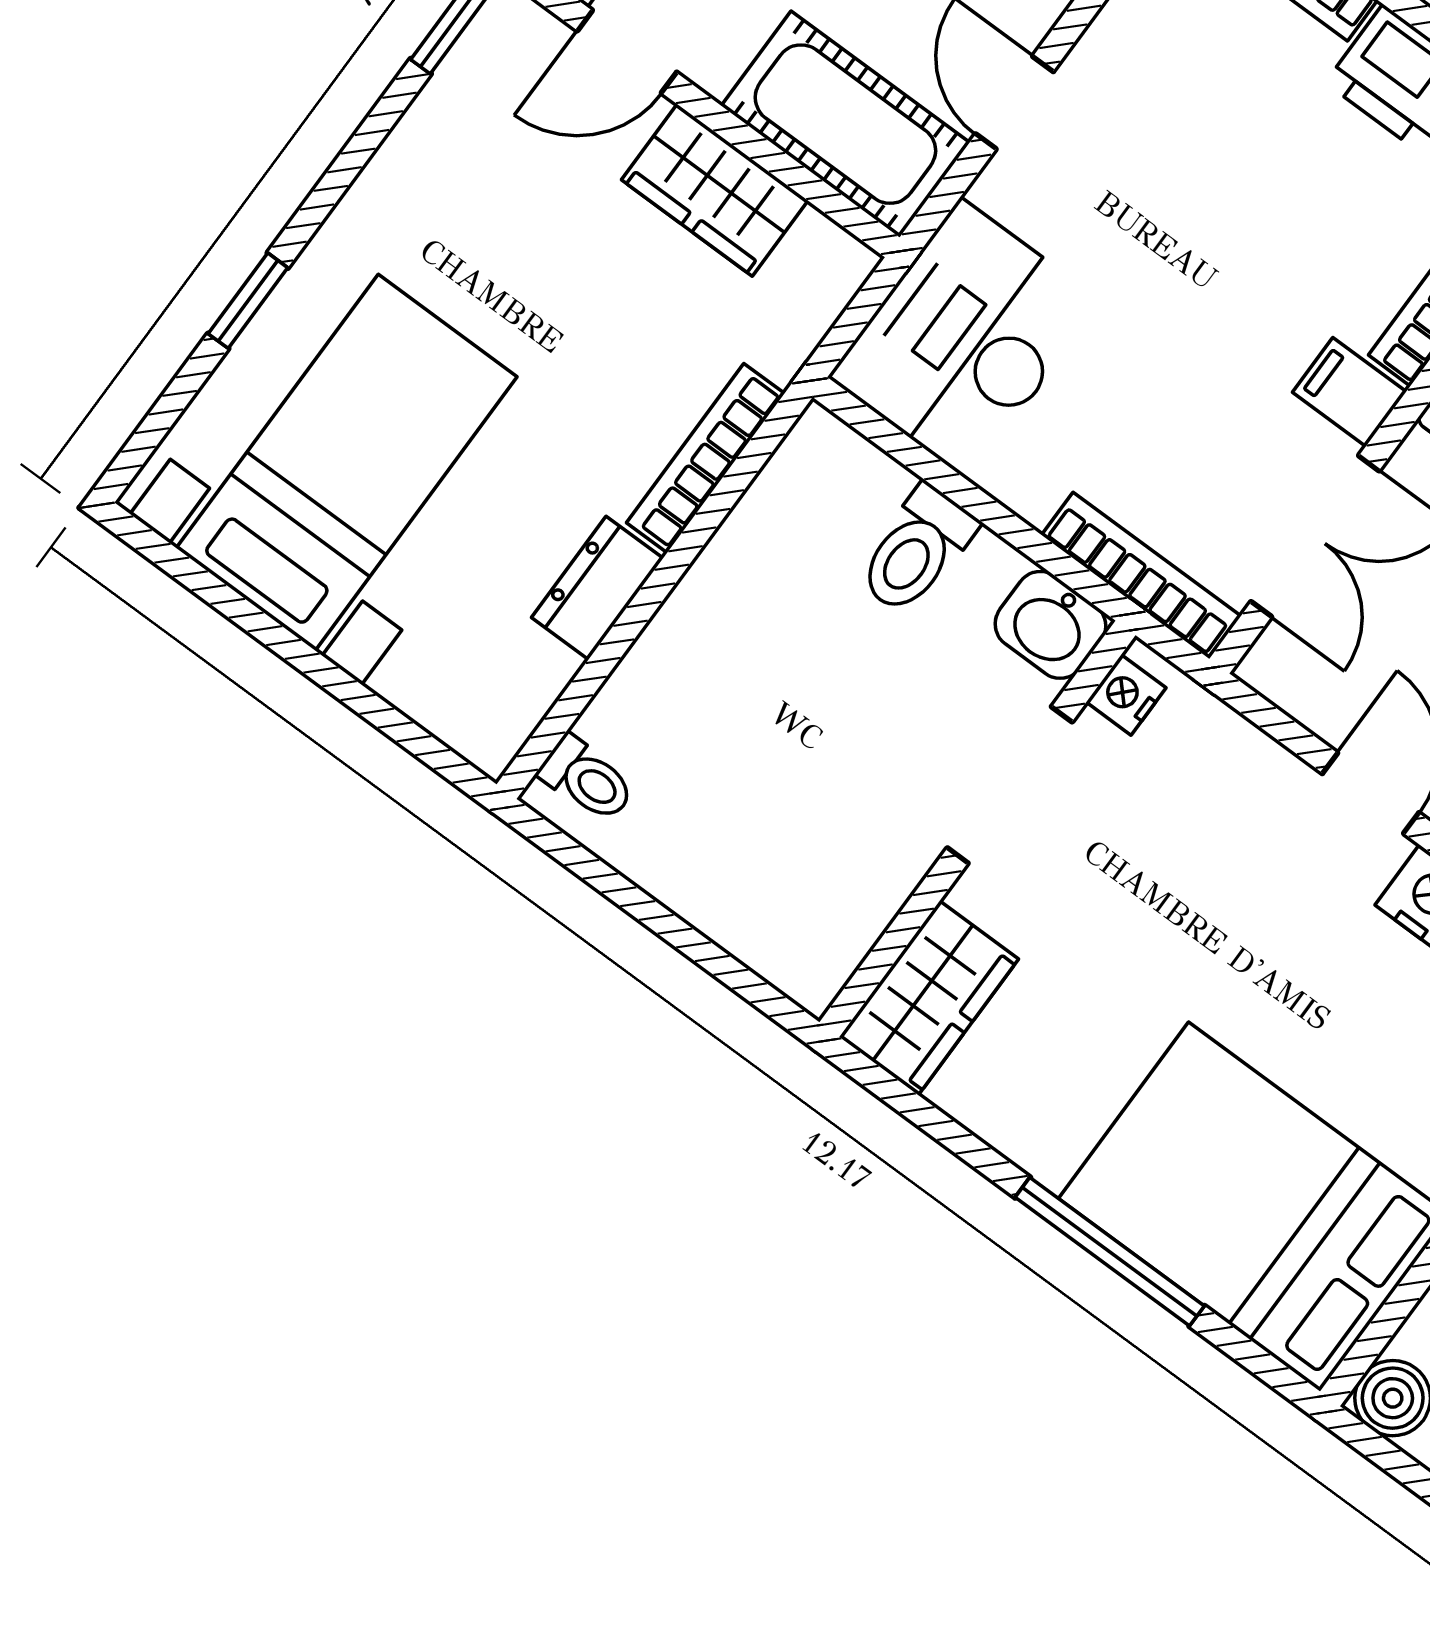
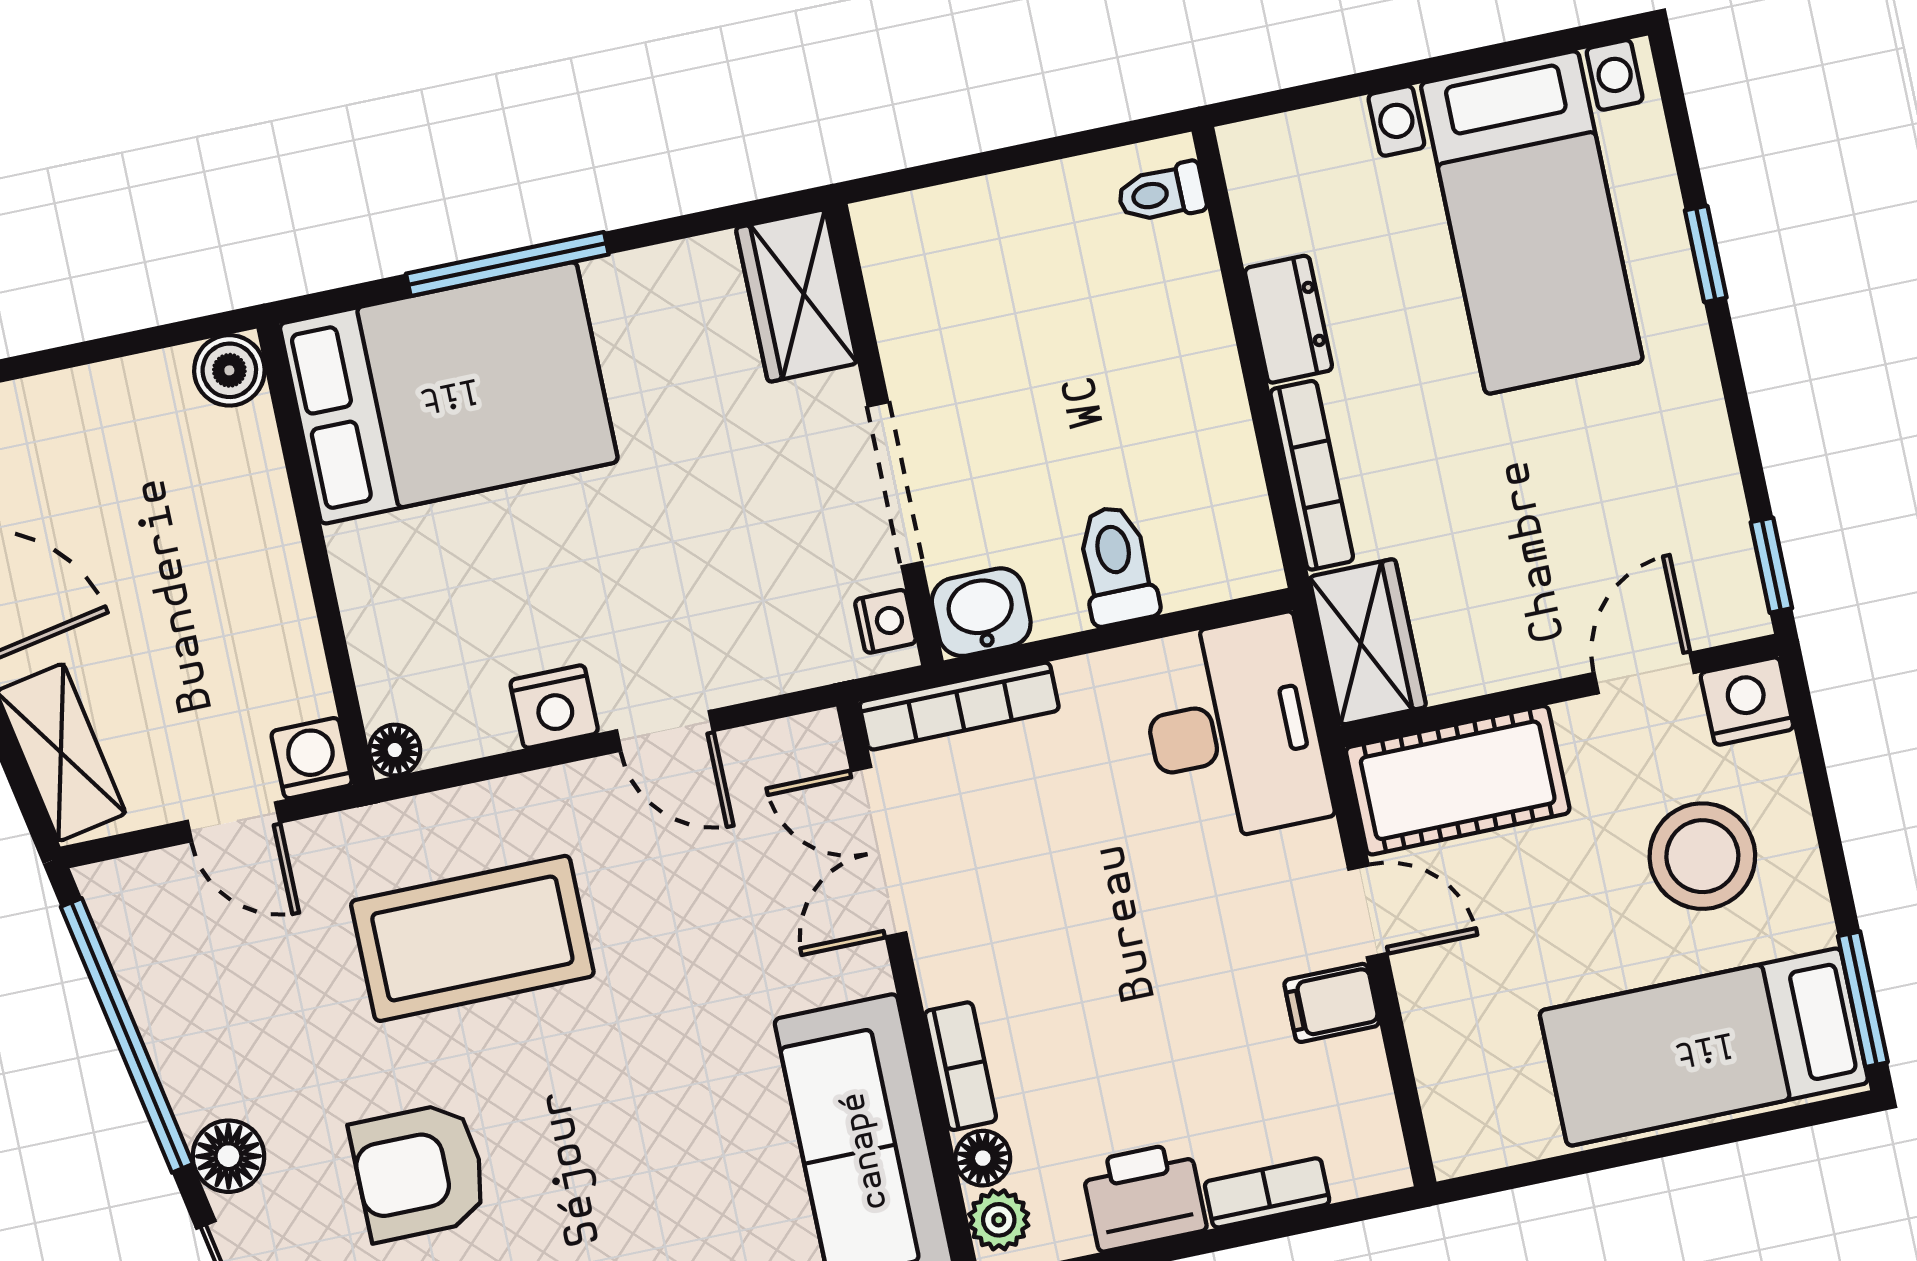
wardrobe: (715, 190) -> (1368, 642), moved, turned 90
filing cabinet: (1349, 392) -> (1332, 1003), moved, turned 180

